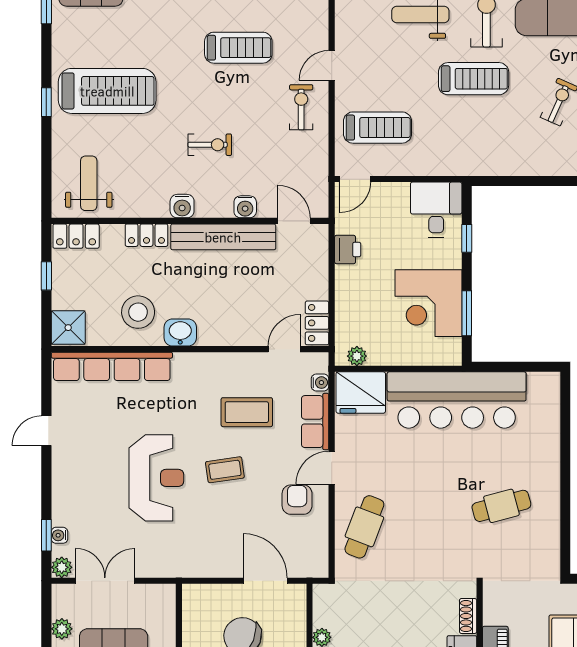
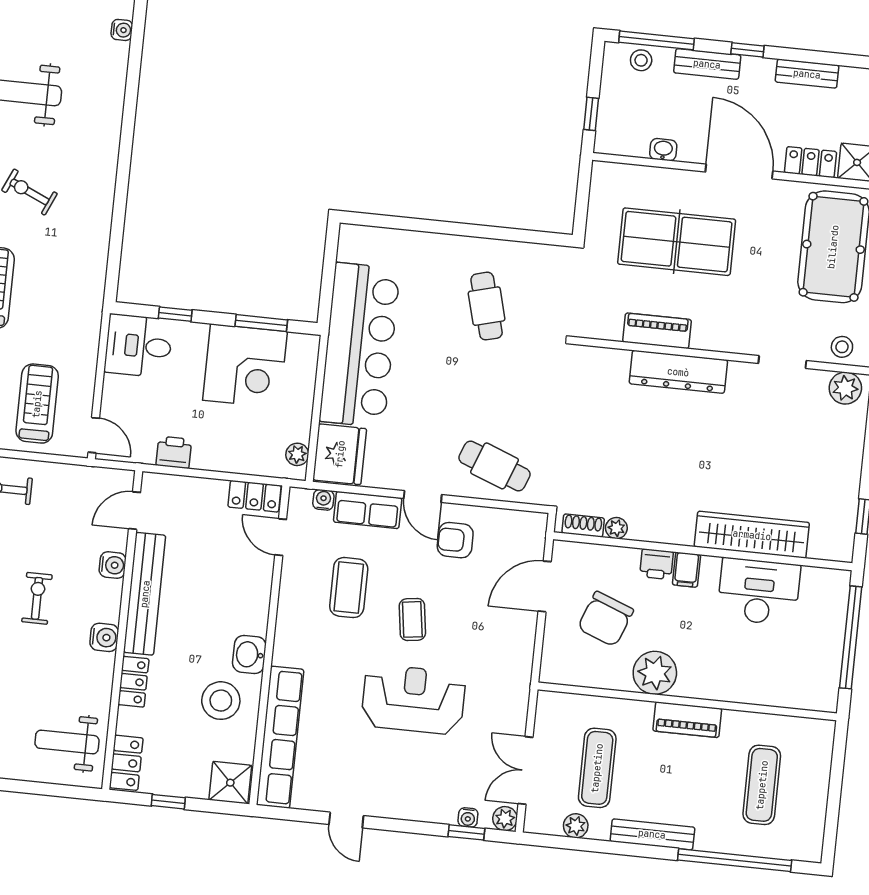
shoe rack: (468, 616) -> (583, 526), moved, turned 180

